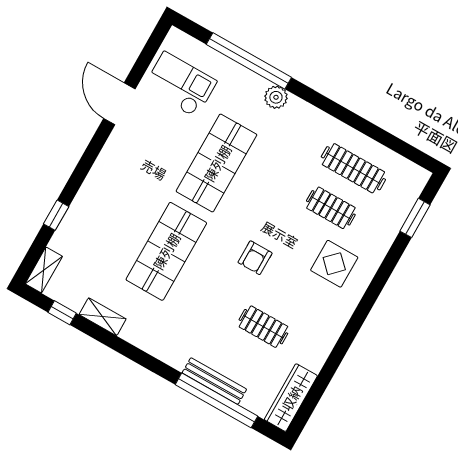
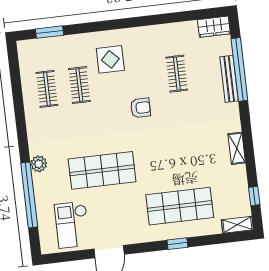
clothes rail: (353, 168) -> (47, 89), width x0.73
window: (56, 215) -> (177, 244), moved
shop shelf: (166, 251) -> (180, 206), moved
shelving: (103, 317) -> (237, 148), moved
wardrobe: (291, 398) -> (214, 27), width x0.67

